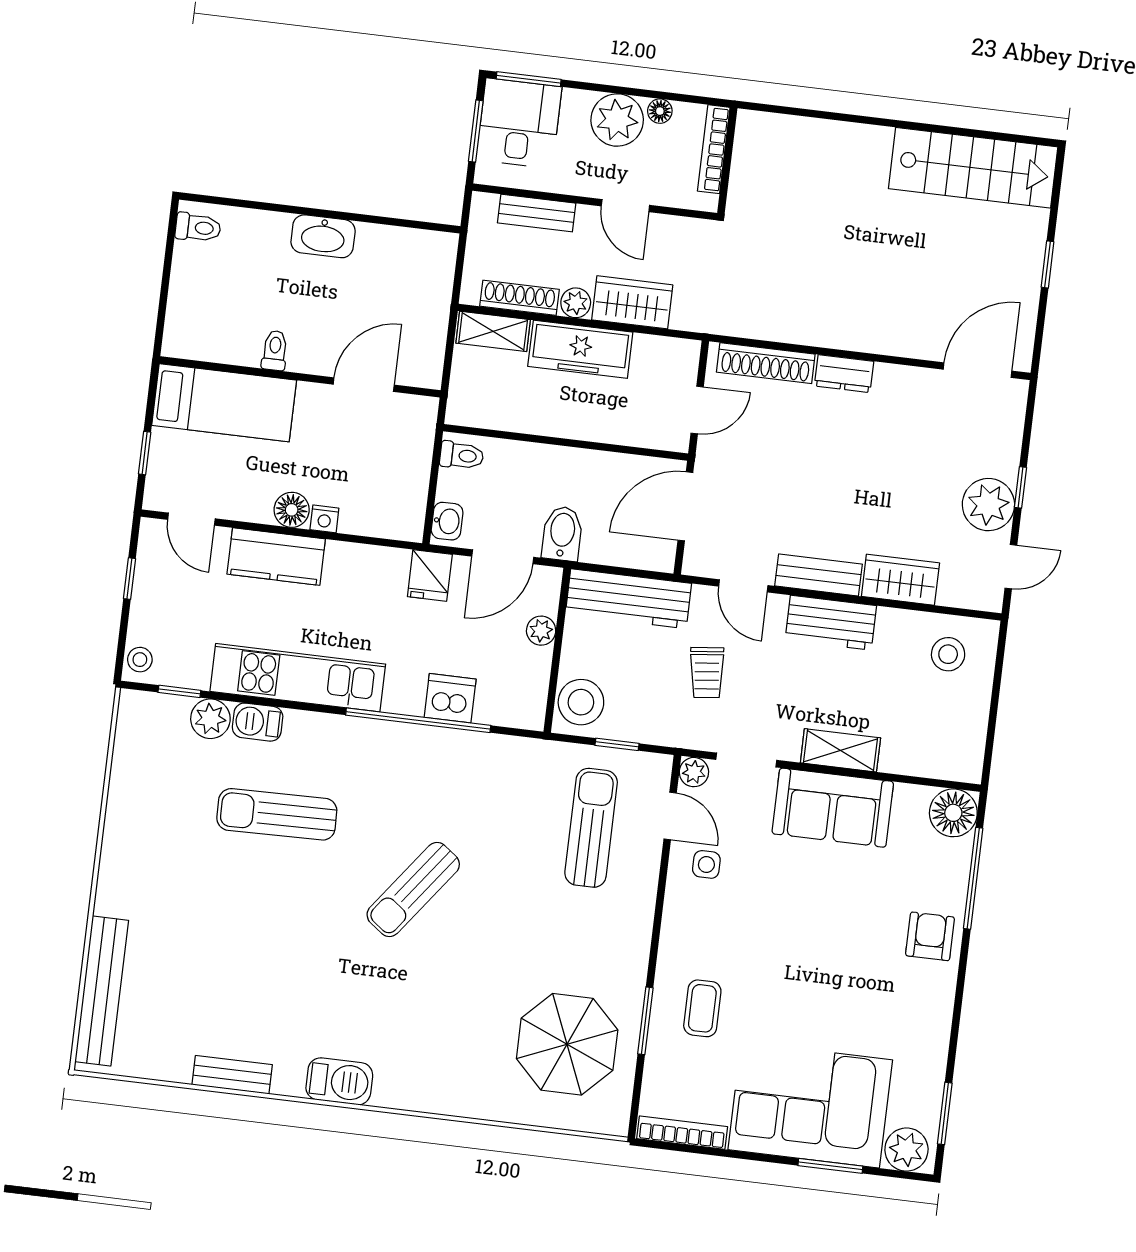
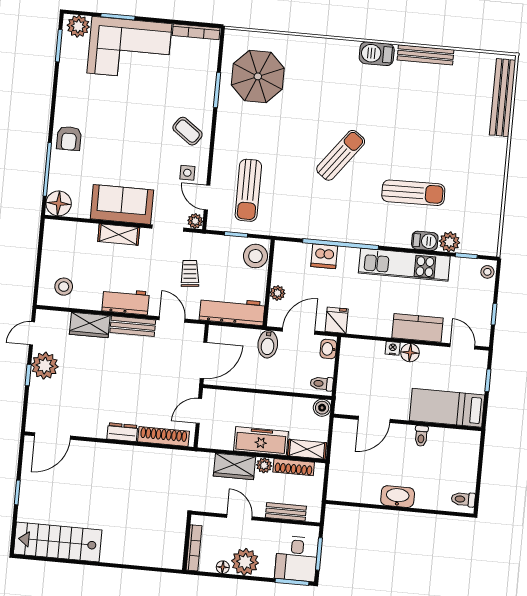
boiler: (462, 410) -> (322, 408), added
coffee table: (702, 1008) -> (187, 131), moved, turned -54
bench: (232, 1075) -> (426, 55), width x1.36

